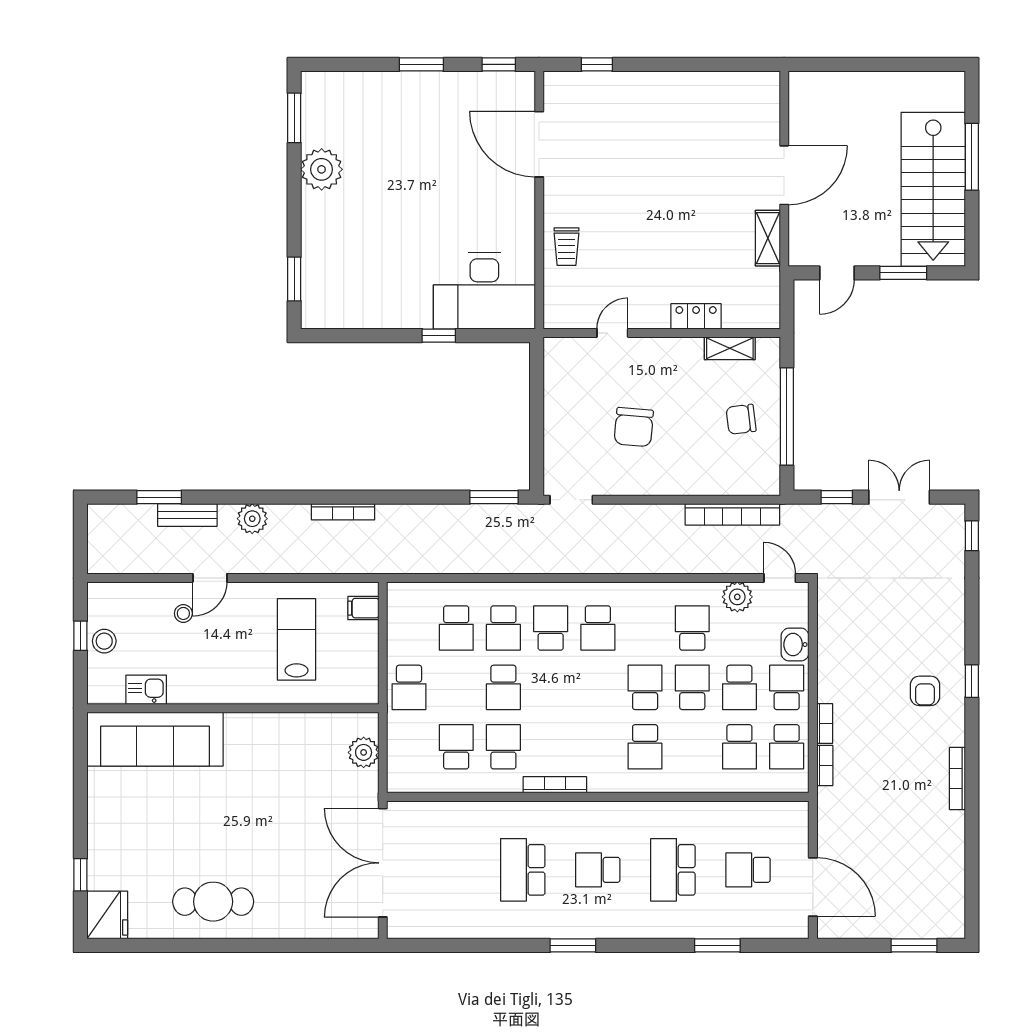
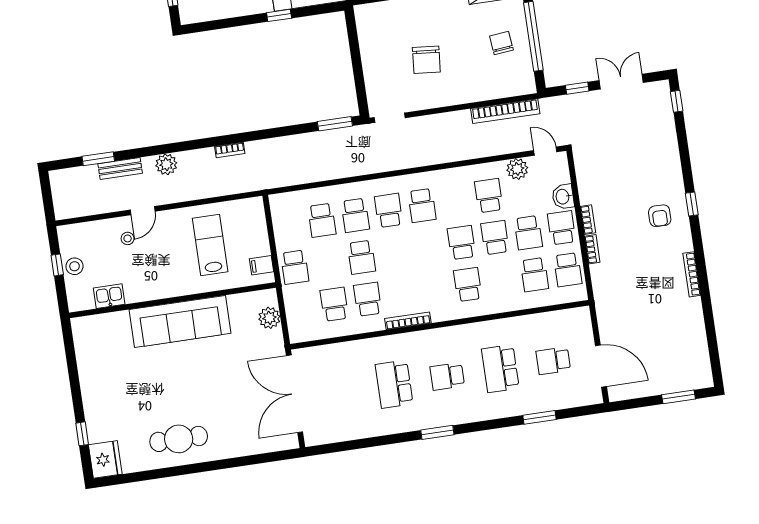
chair: (741, 419) -> (501, 43), turned 91
bookcase: (343, 512) -> (230, 150), width x0.64
filing cabinet: (363, 608) -> (261, 265), moved
sofa: (155, 739) -> (180, 321), moved
school desk: (645, 747) -> (468, 284), turned 180
bookcase: (825, 765) -> (588, 220), moved

